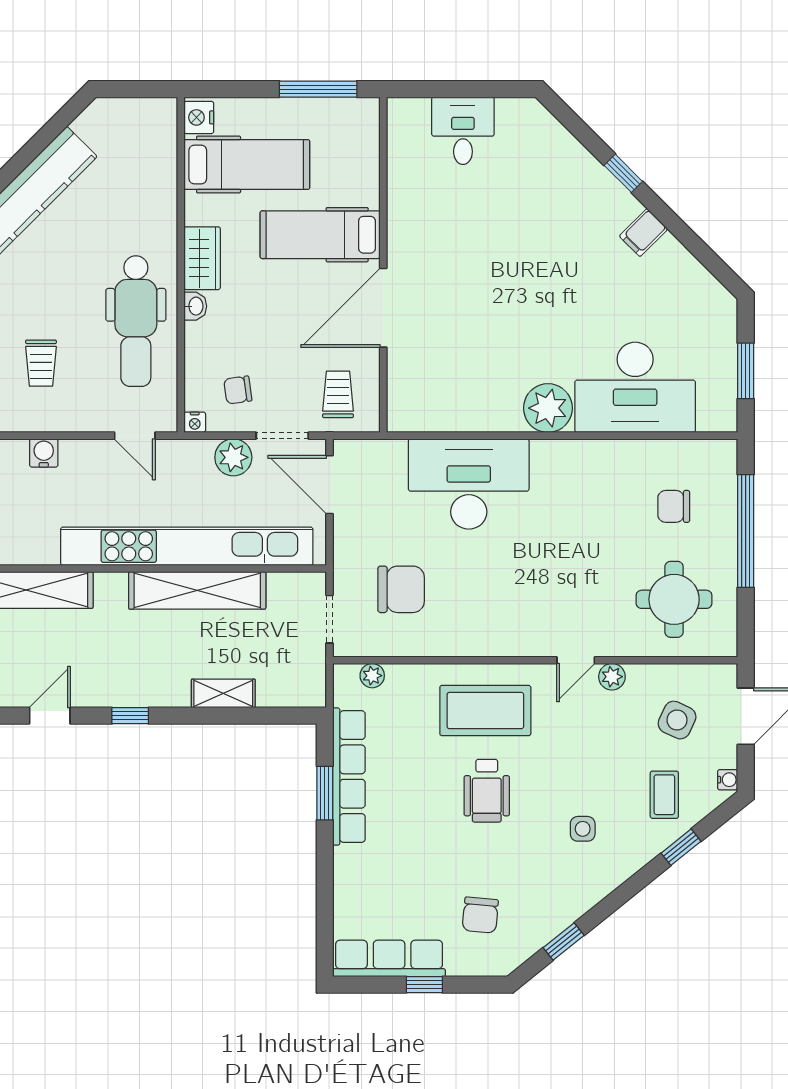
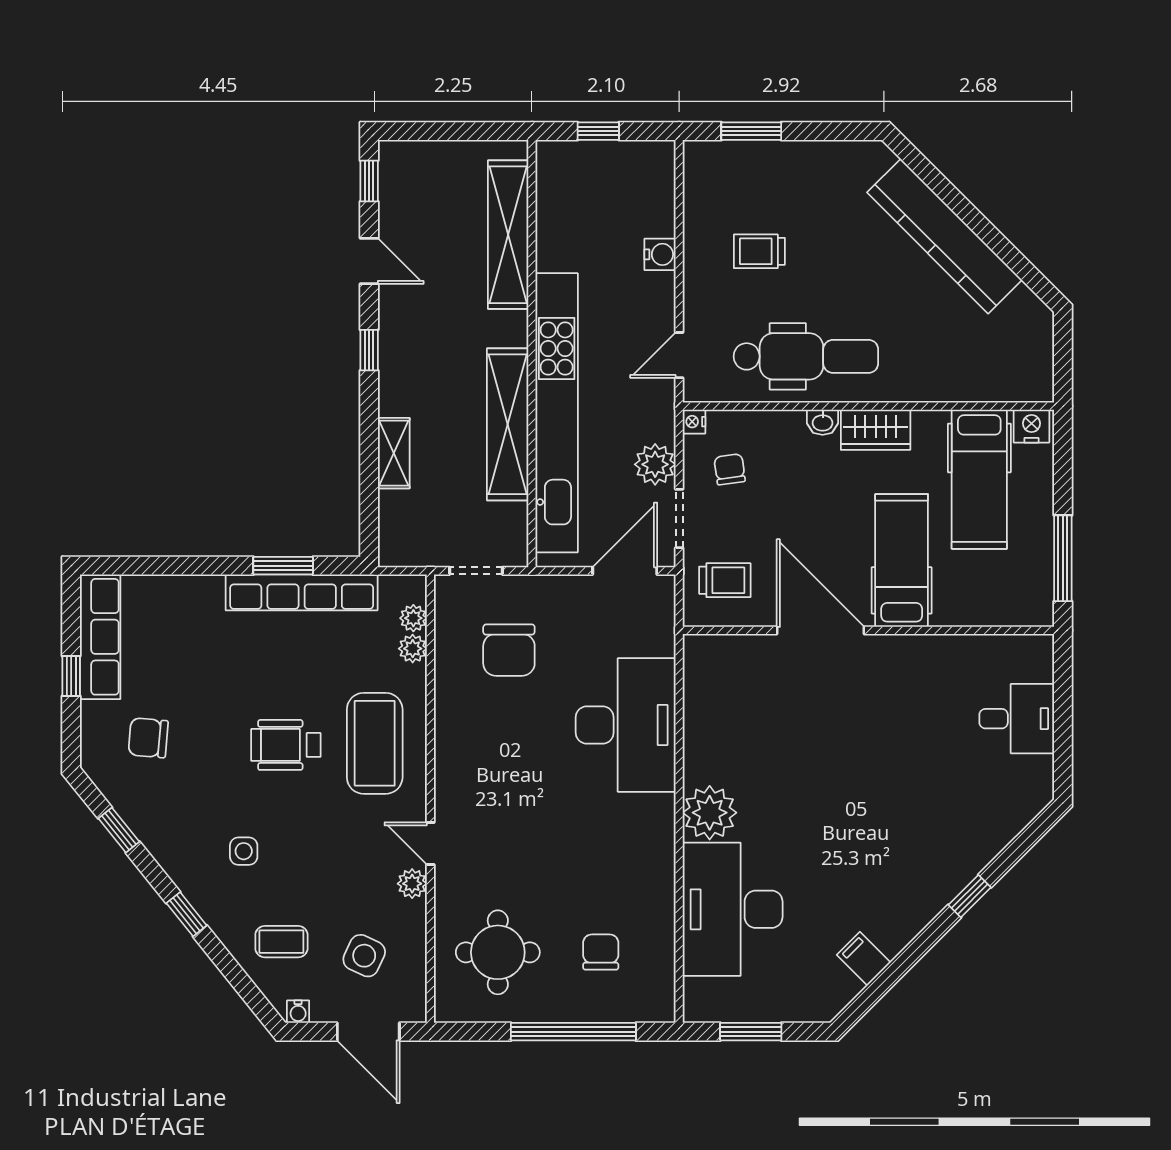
filing cabinet: (643, 233) -> (864, 959), moved
dental chair: (136, 321) -> (806, 356), turned 180
plant: (400, 676) -> (413, 649), added
window: (681, 847) -> (187, 914), moved

